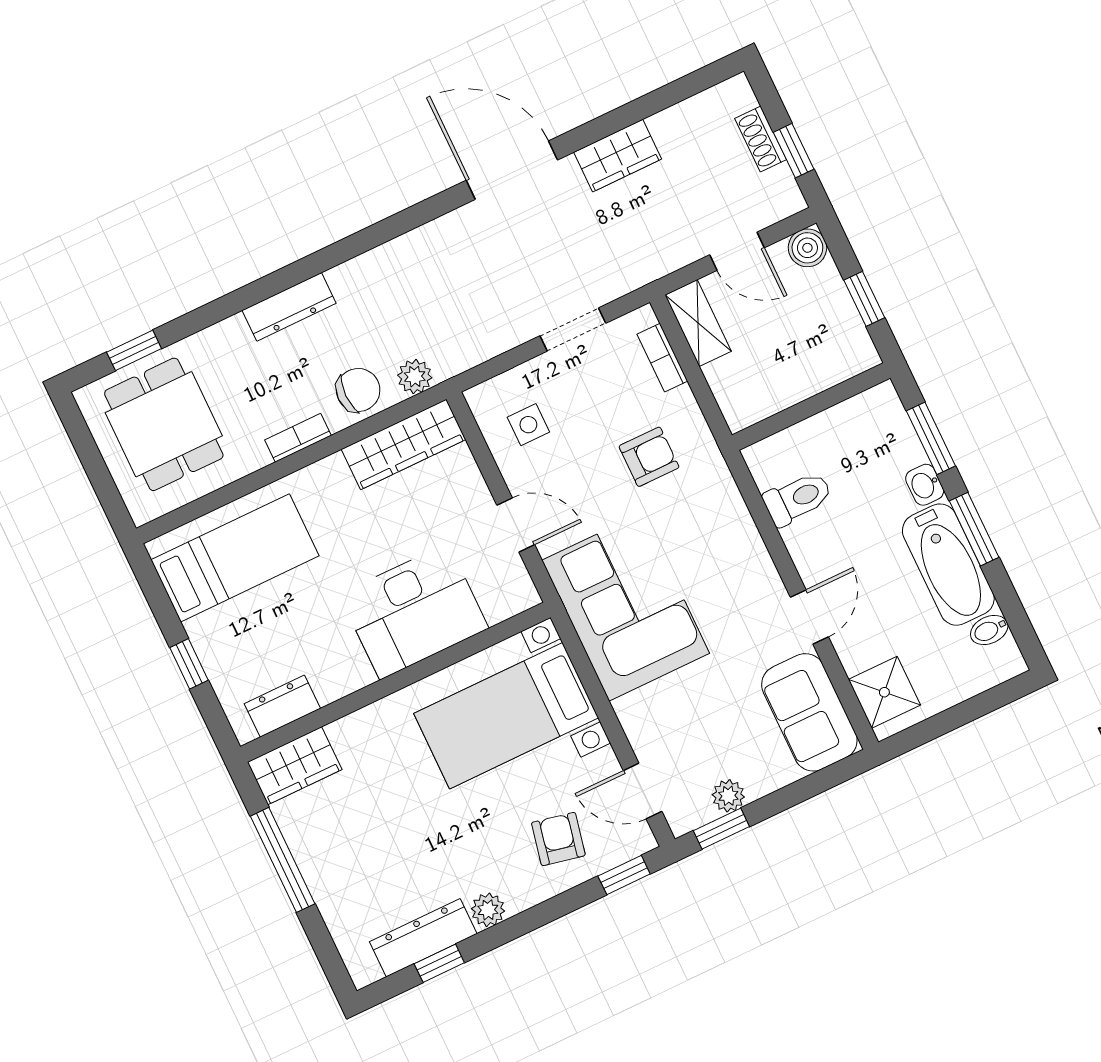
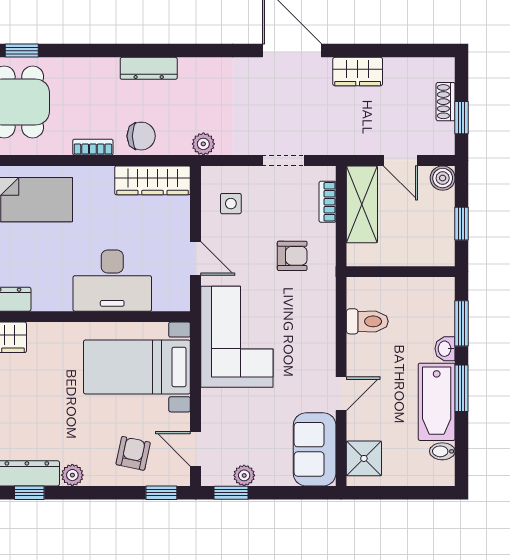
dresser: (289, 307) -> (149, 68), moved
shelving: (698, 323) -> (362, 204), width x1.50, depth x1.33
plant: (415, 377) -> (203, 144), moved

